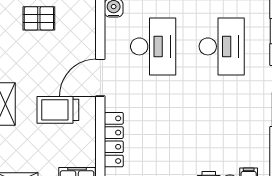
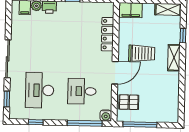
pallet: (39, 18) -> (129, 102), moved
desk: (153, 46) -> (82, 91), width x0.73

